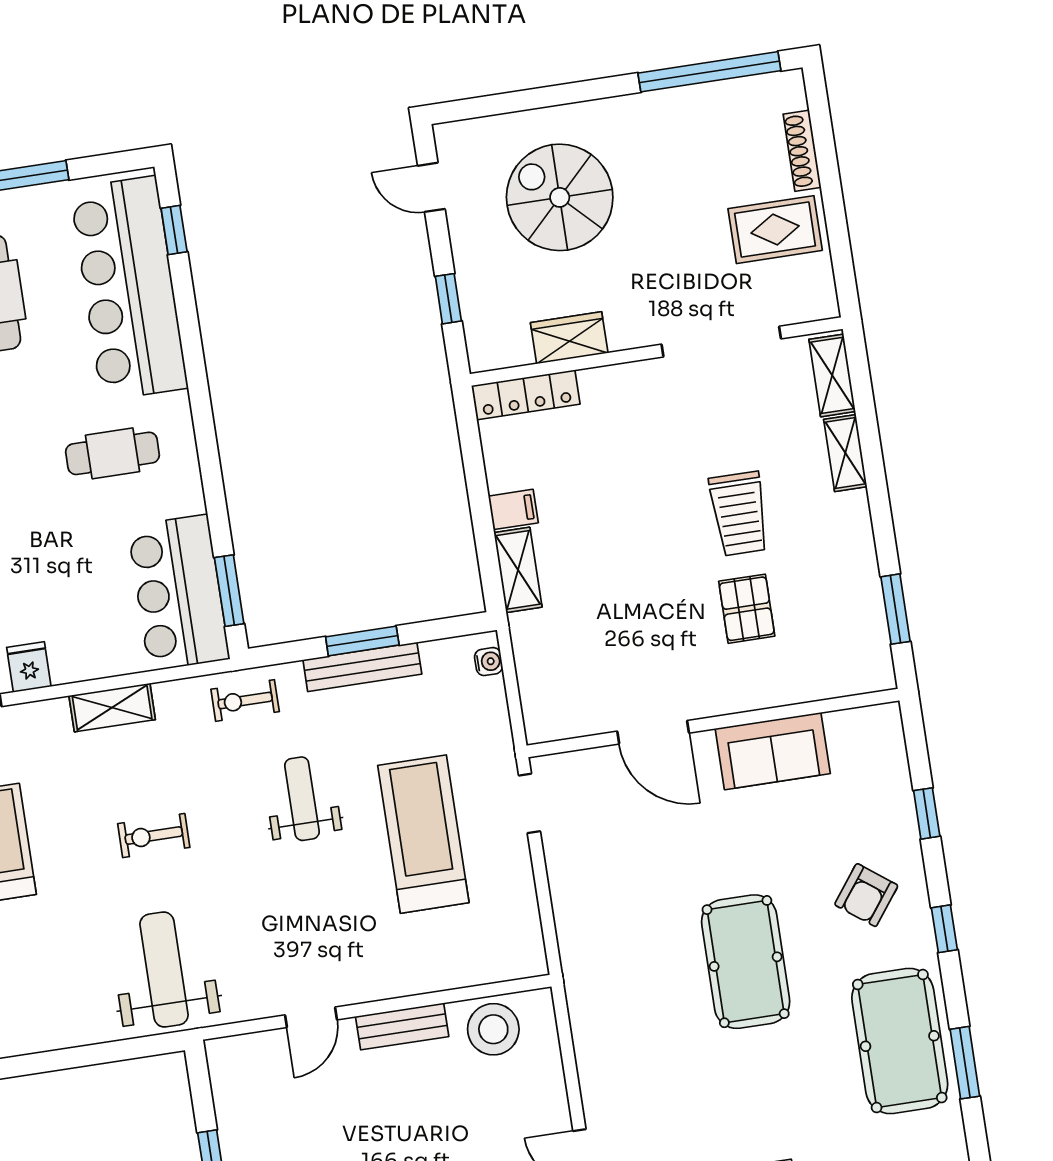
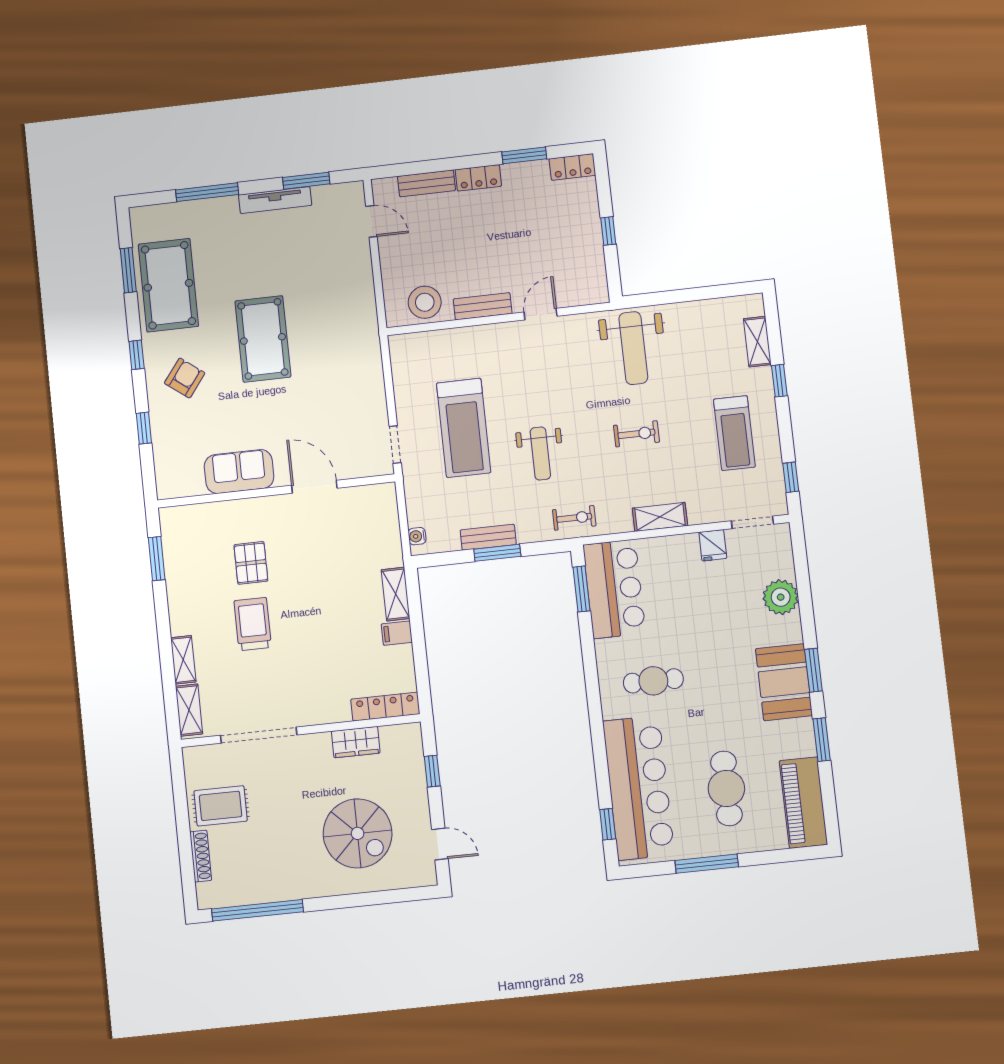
bench: (362, 667) -> (488, 537), width x0.73

